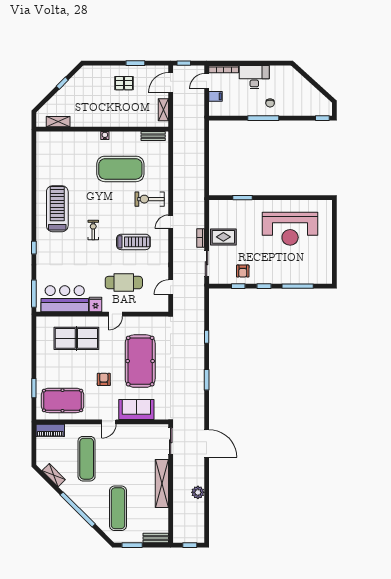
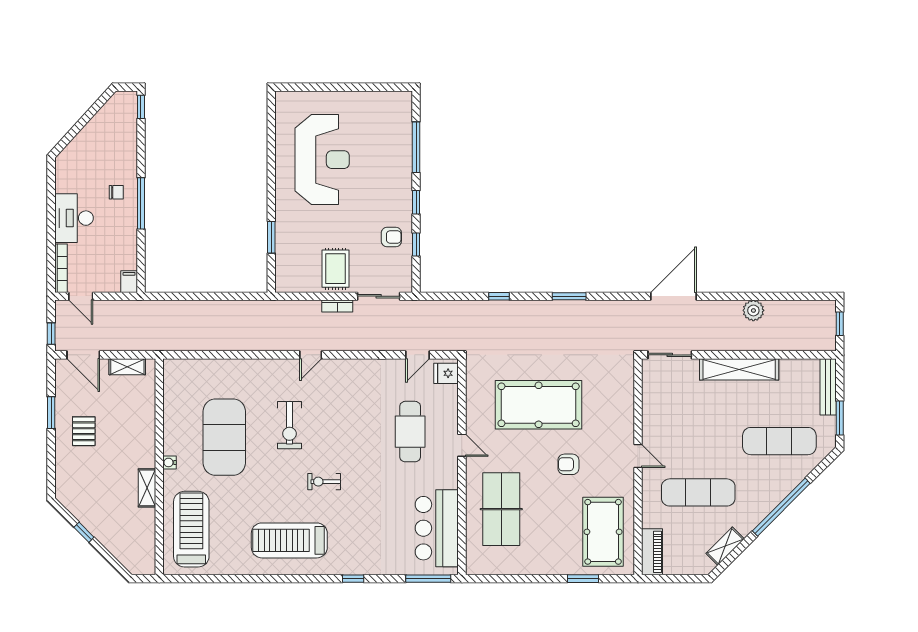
filing cabinet: (216, 96) -> (129, 282), moved
shelving: (58, 122) -> (147, 488), moved
bench: (153, 136) -> (170, 383), removed
exercise bike: (150, 199) -> (289, 425), moved
door: (171, 222) -> (311, 355), hinge flipped
treadmill: (133, 242) -> (191, 529), moved, width x1.37, depth x1.38
door: (171, 287) -> (418, 355), hinge flipped
fridge: (96, 305) -> (446, 373), moved
sofa: (136, 409) -> (618, 411), removed
bench: (156, 538) -> (828, 387), width x1.36

